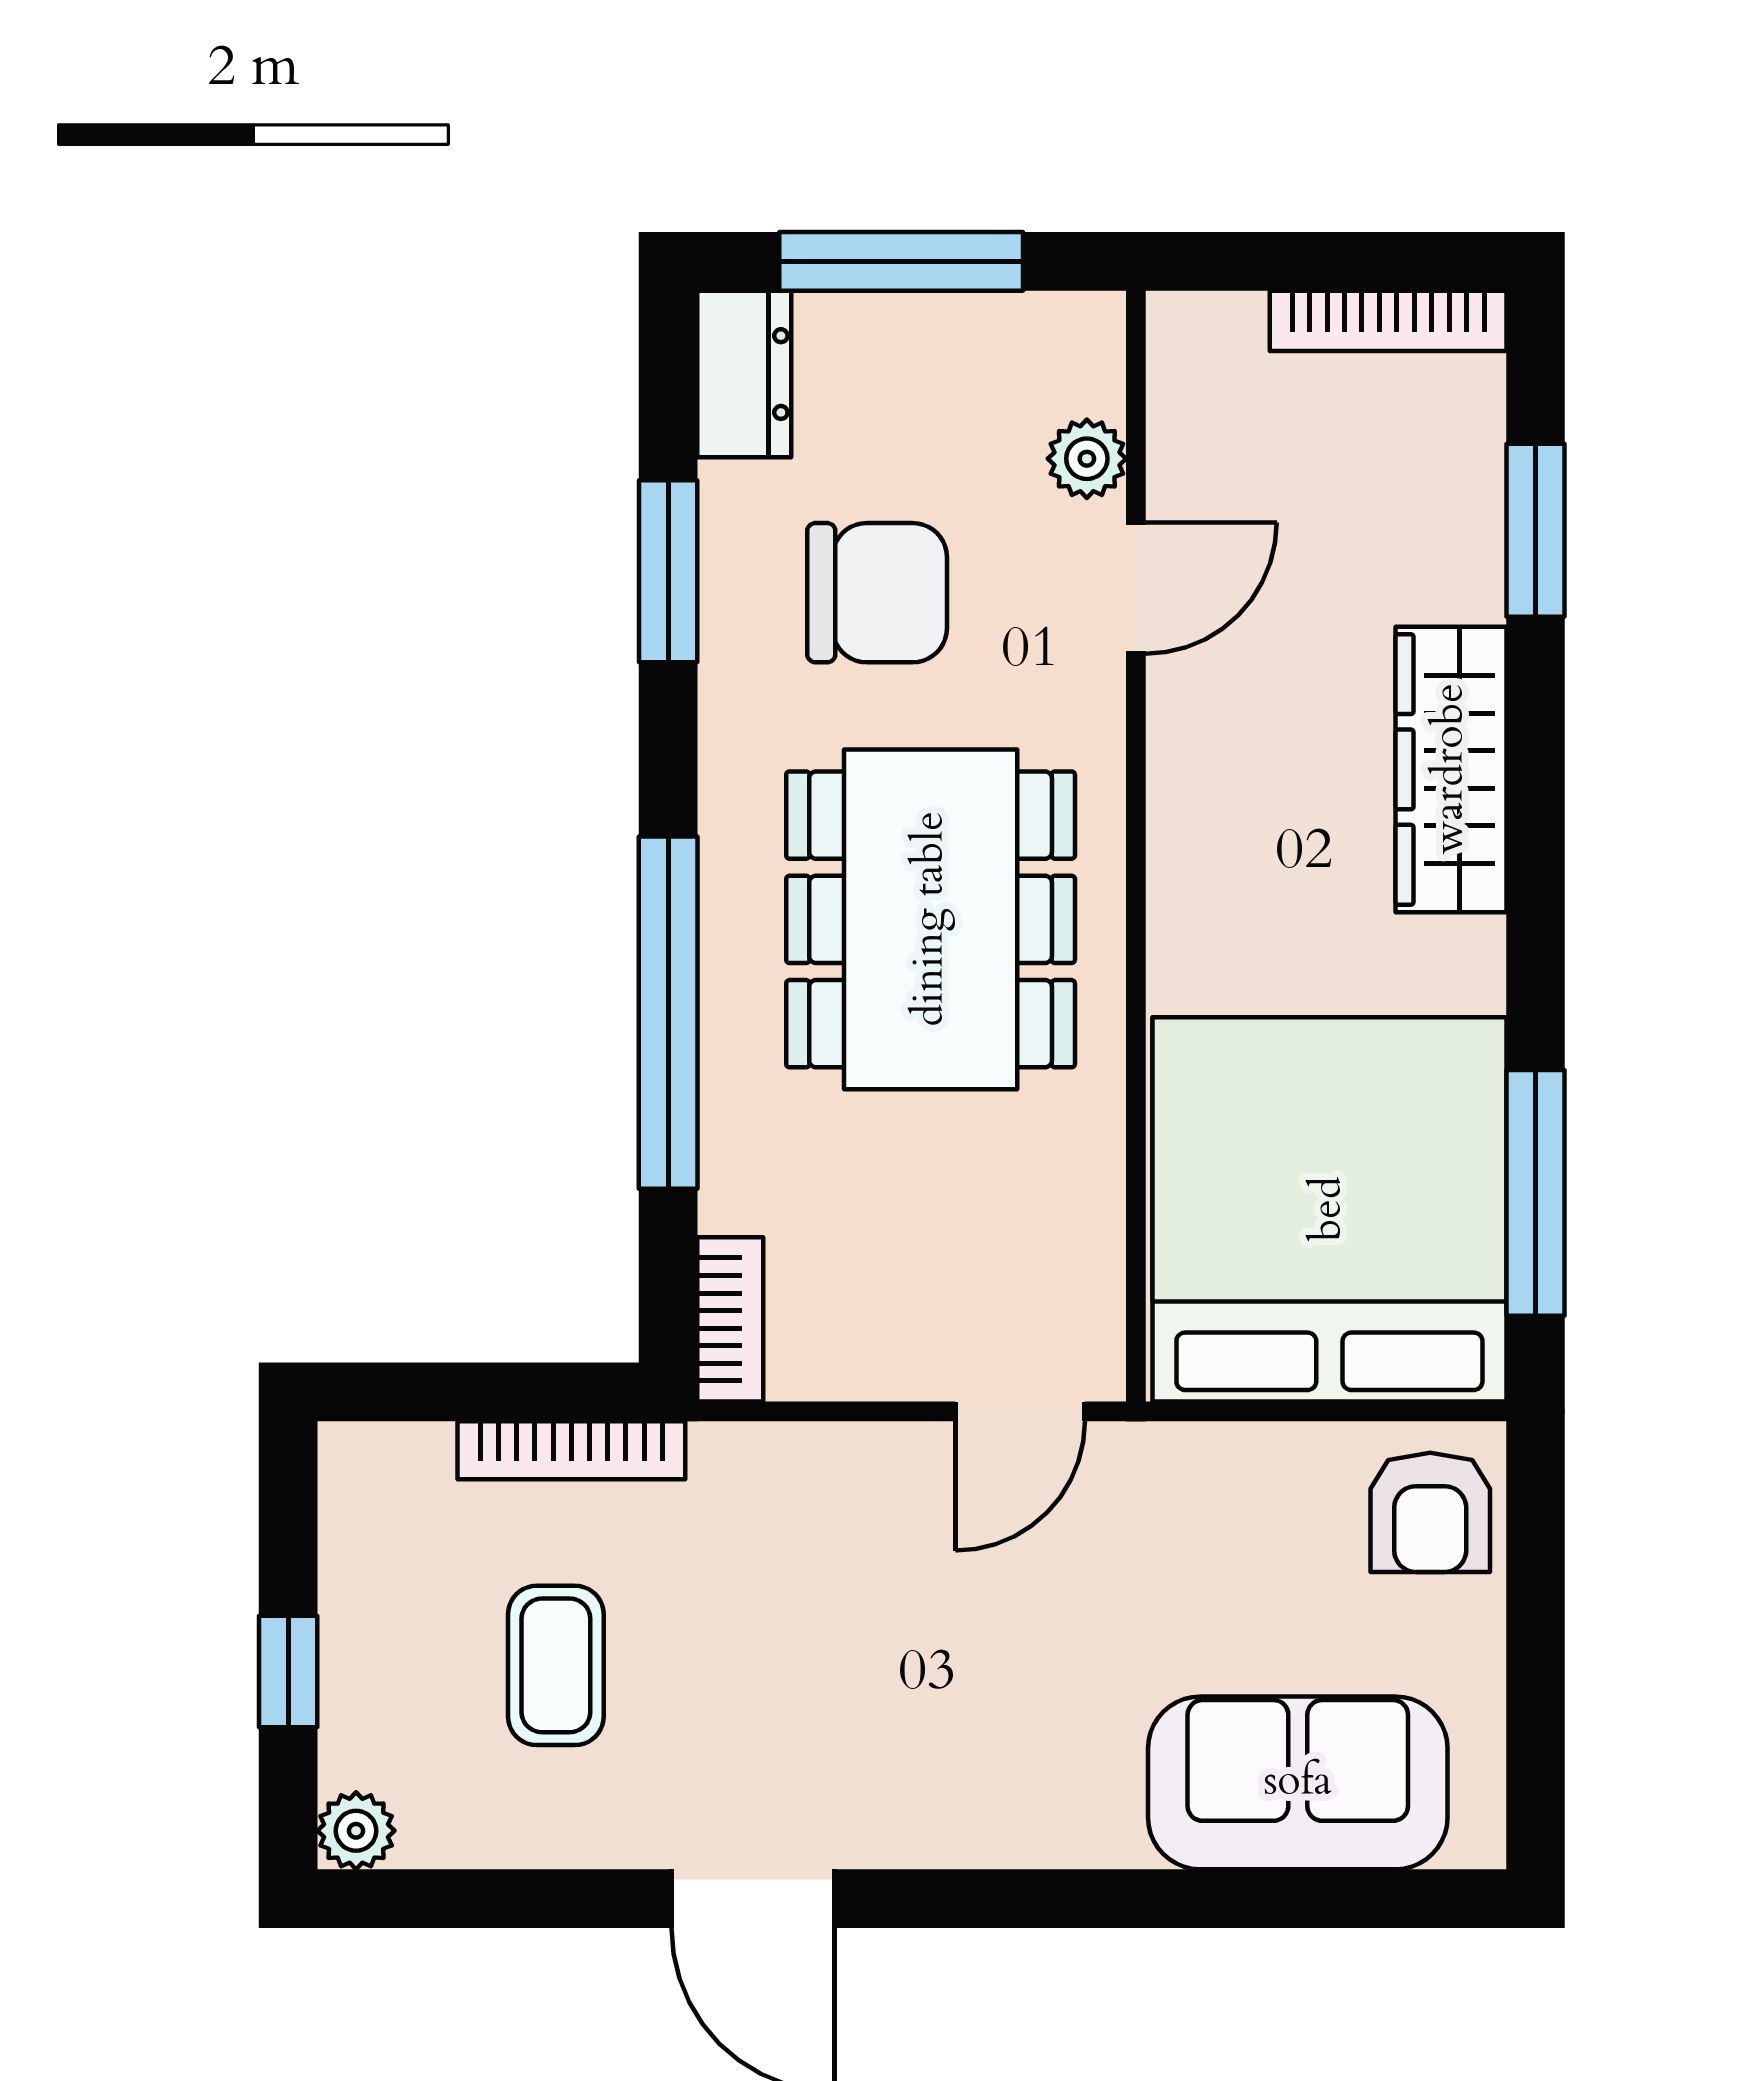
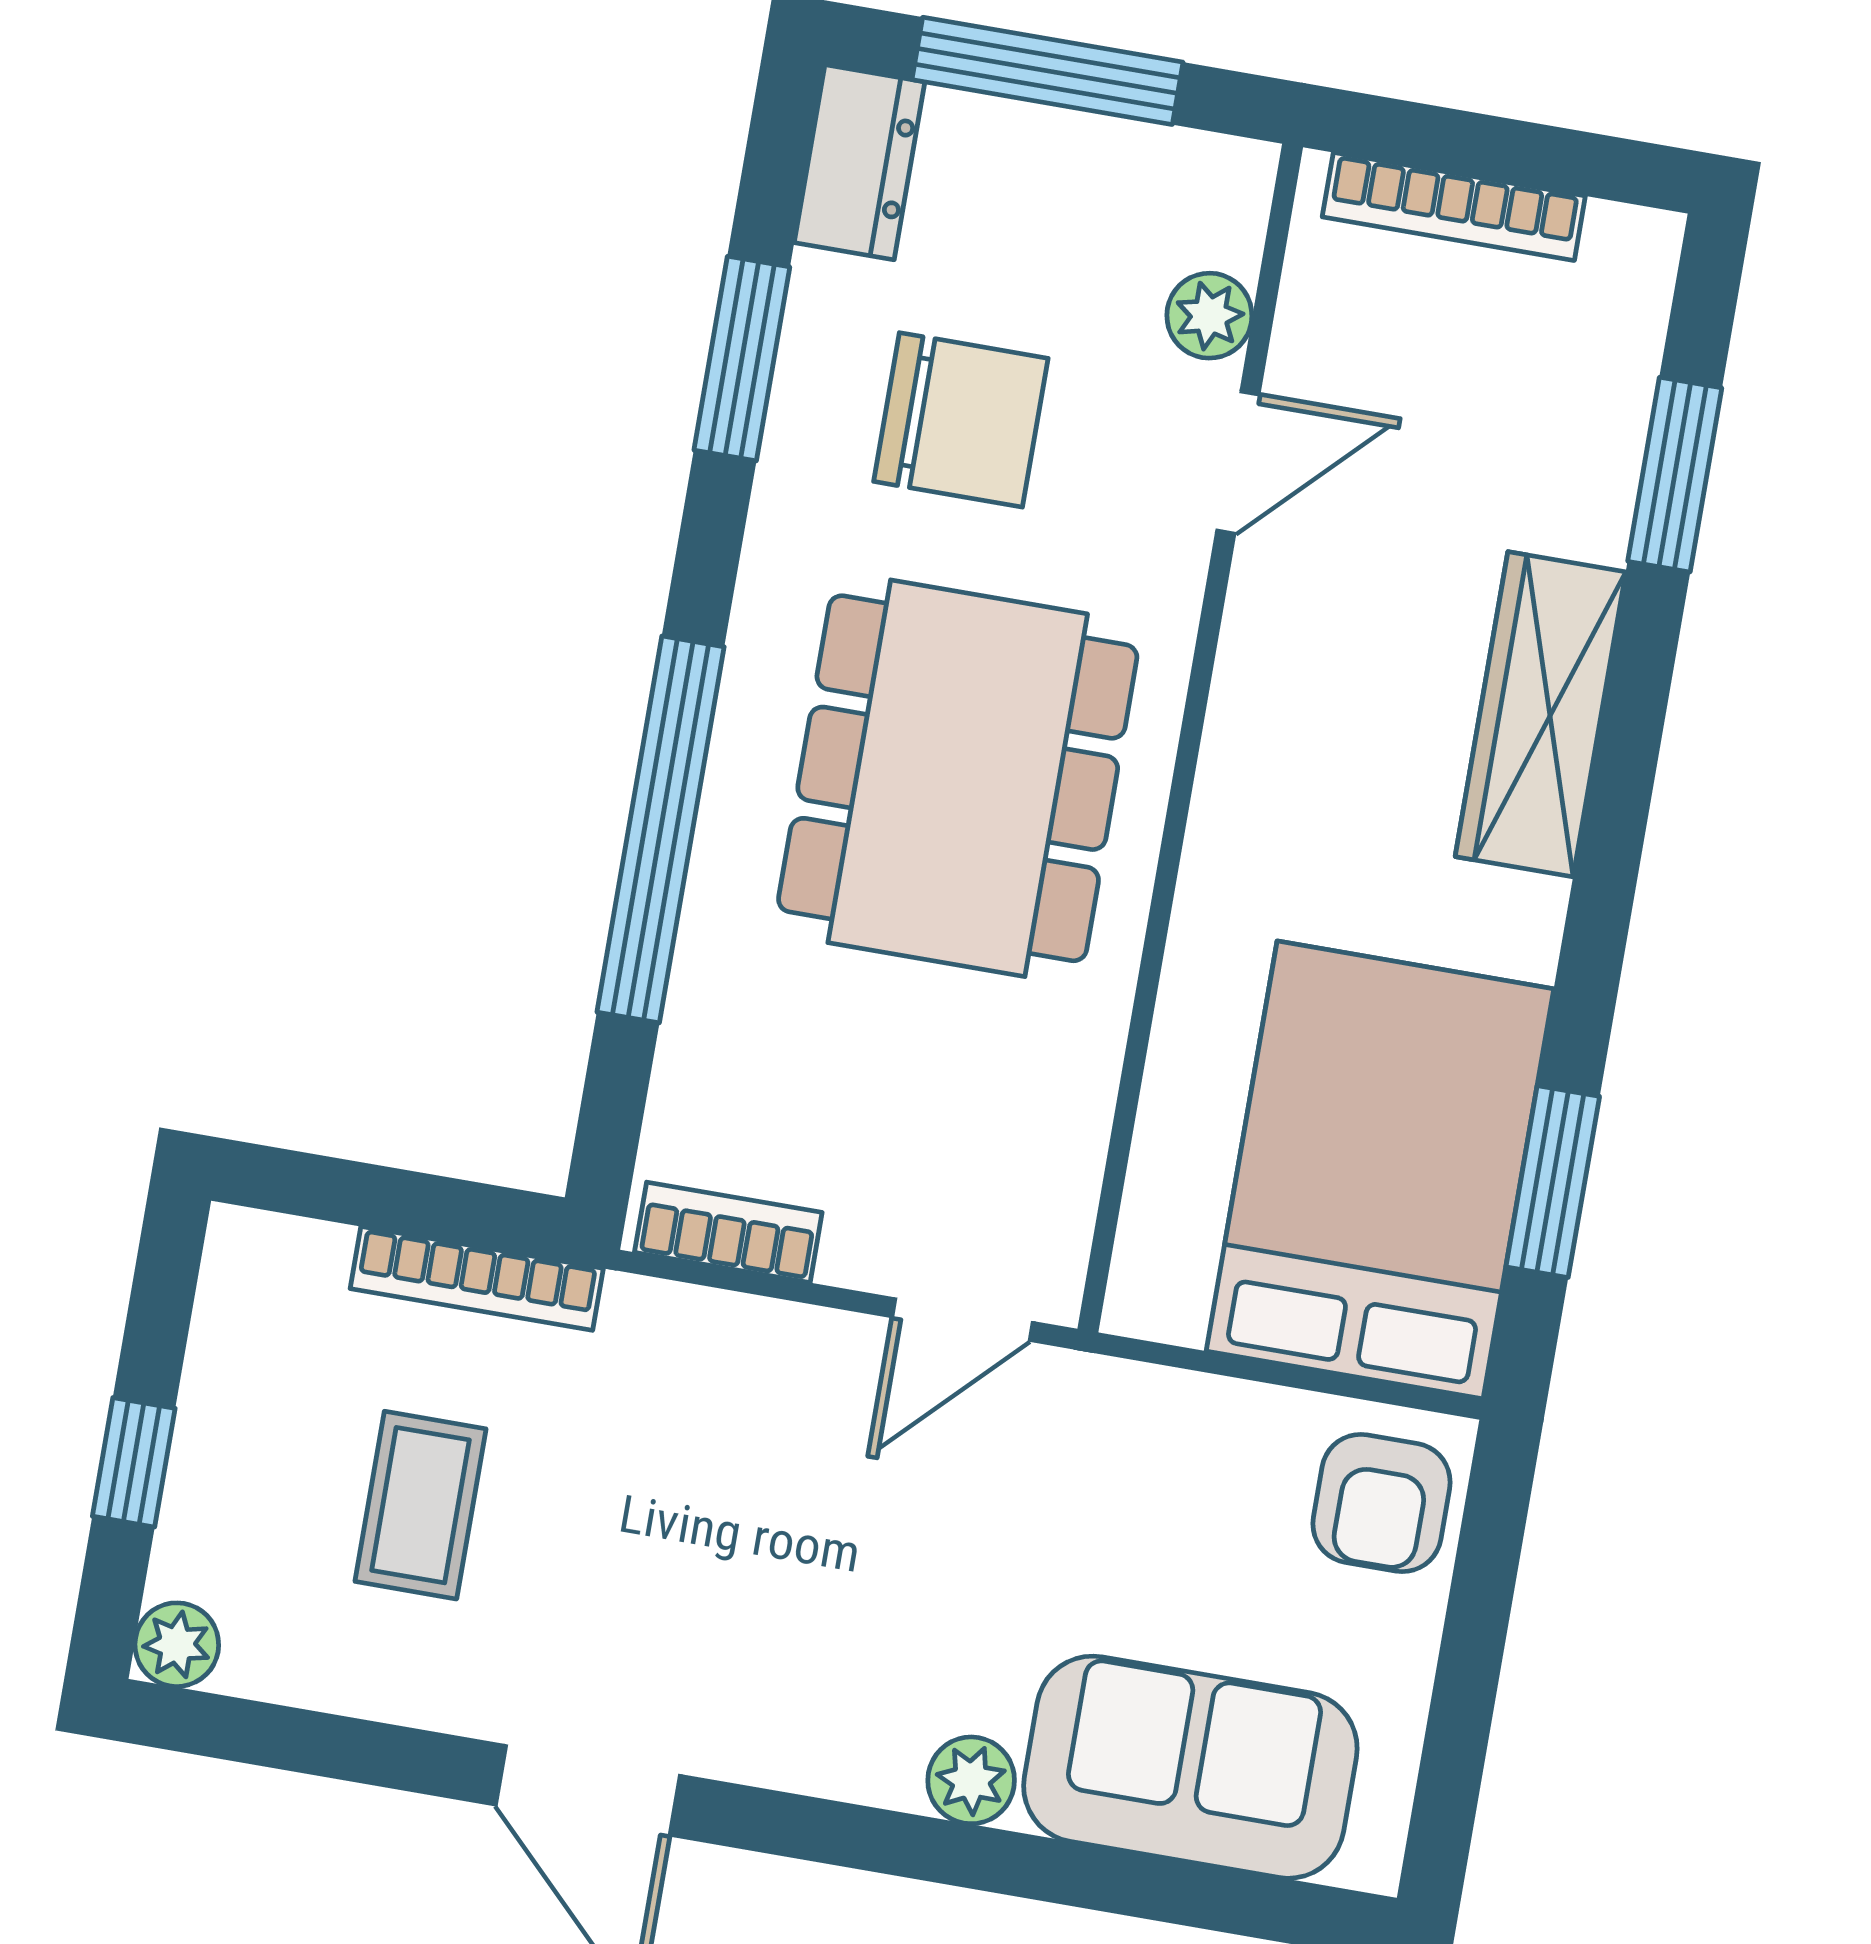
bookcase: (1388, 321) -> (1454, 206), moved
window: (1535, 1193) -> (1553, 1182), width x0.69
bed: (1329, 1209) -> (1380, 1170), width x0.73
bookcase: (730, 1319) -> (728, 1232), moved, turned -90
plant: (1100, 1829) -> (971, 1780), added

